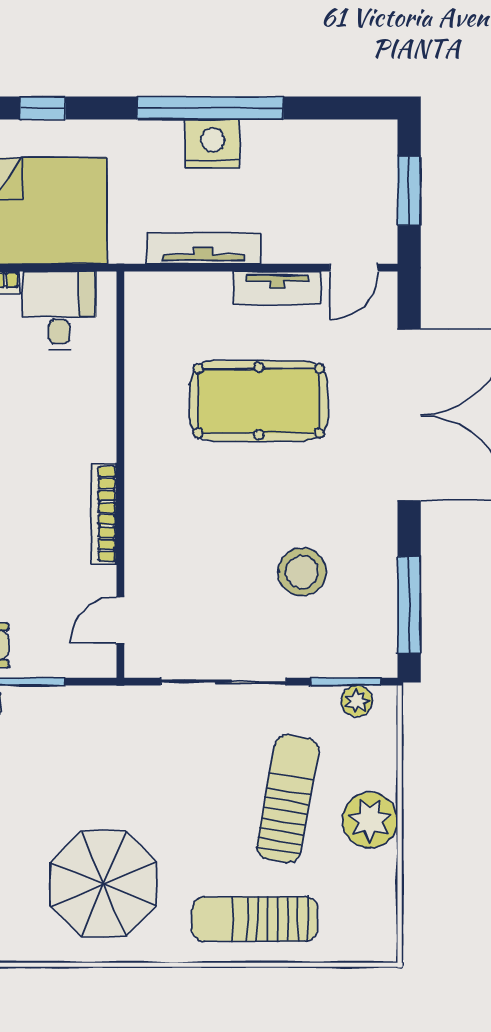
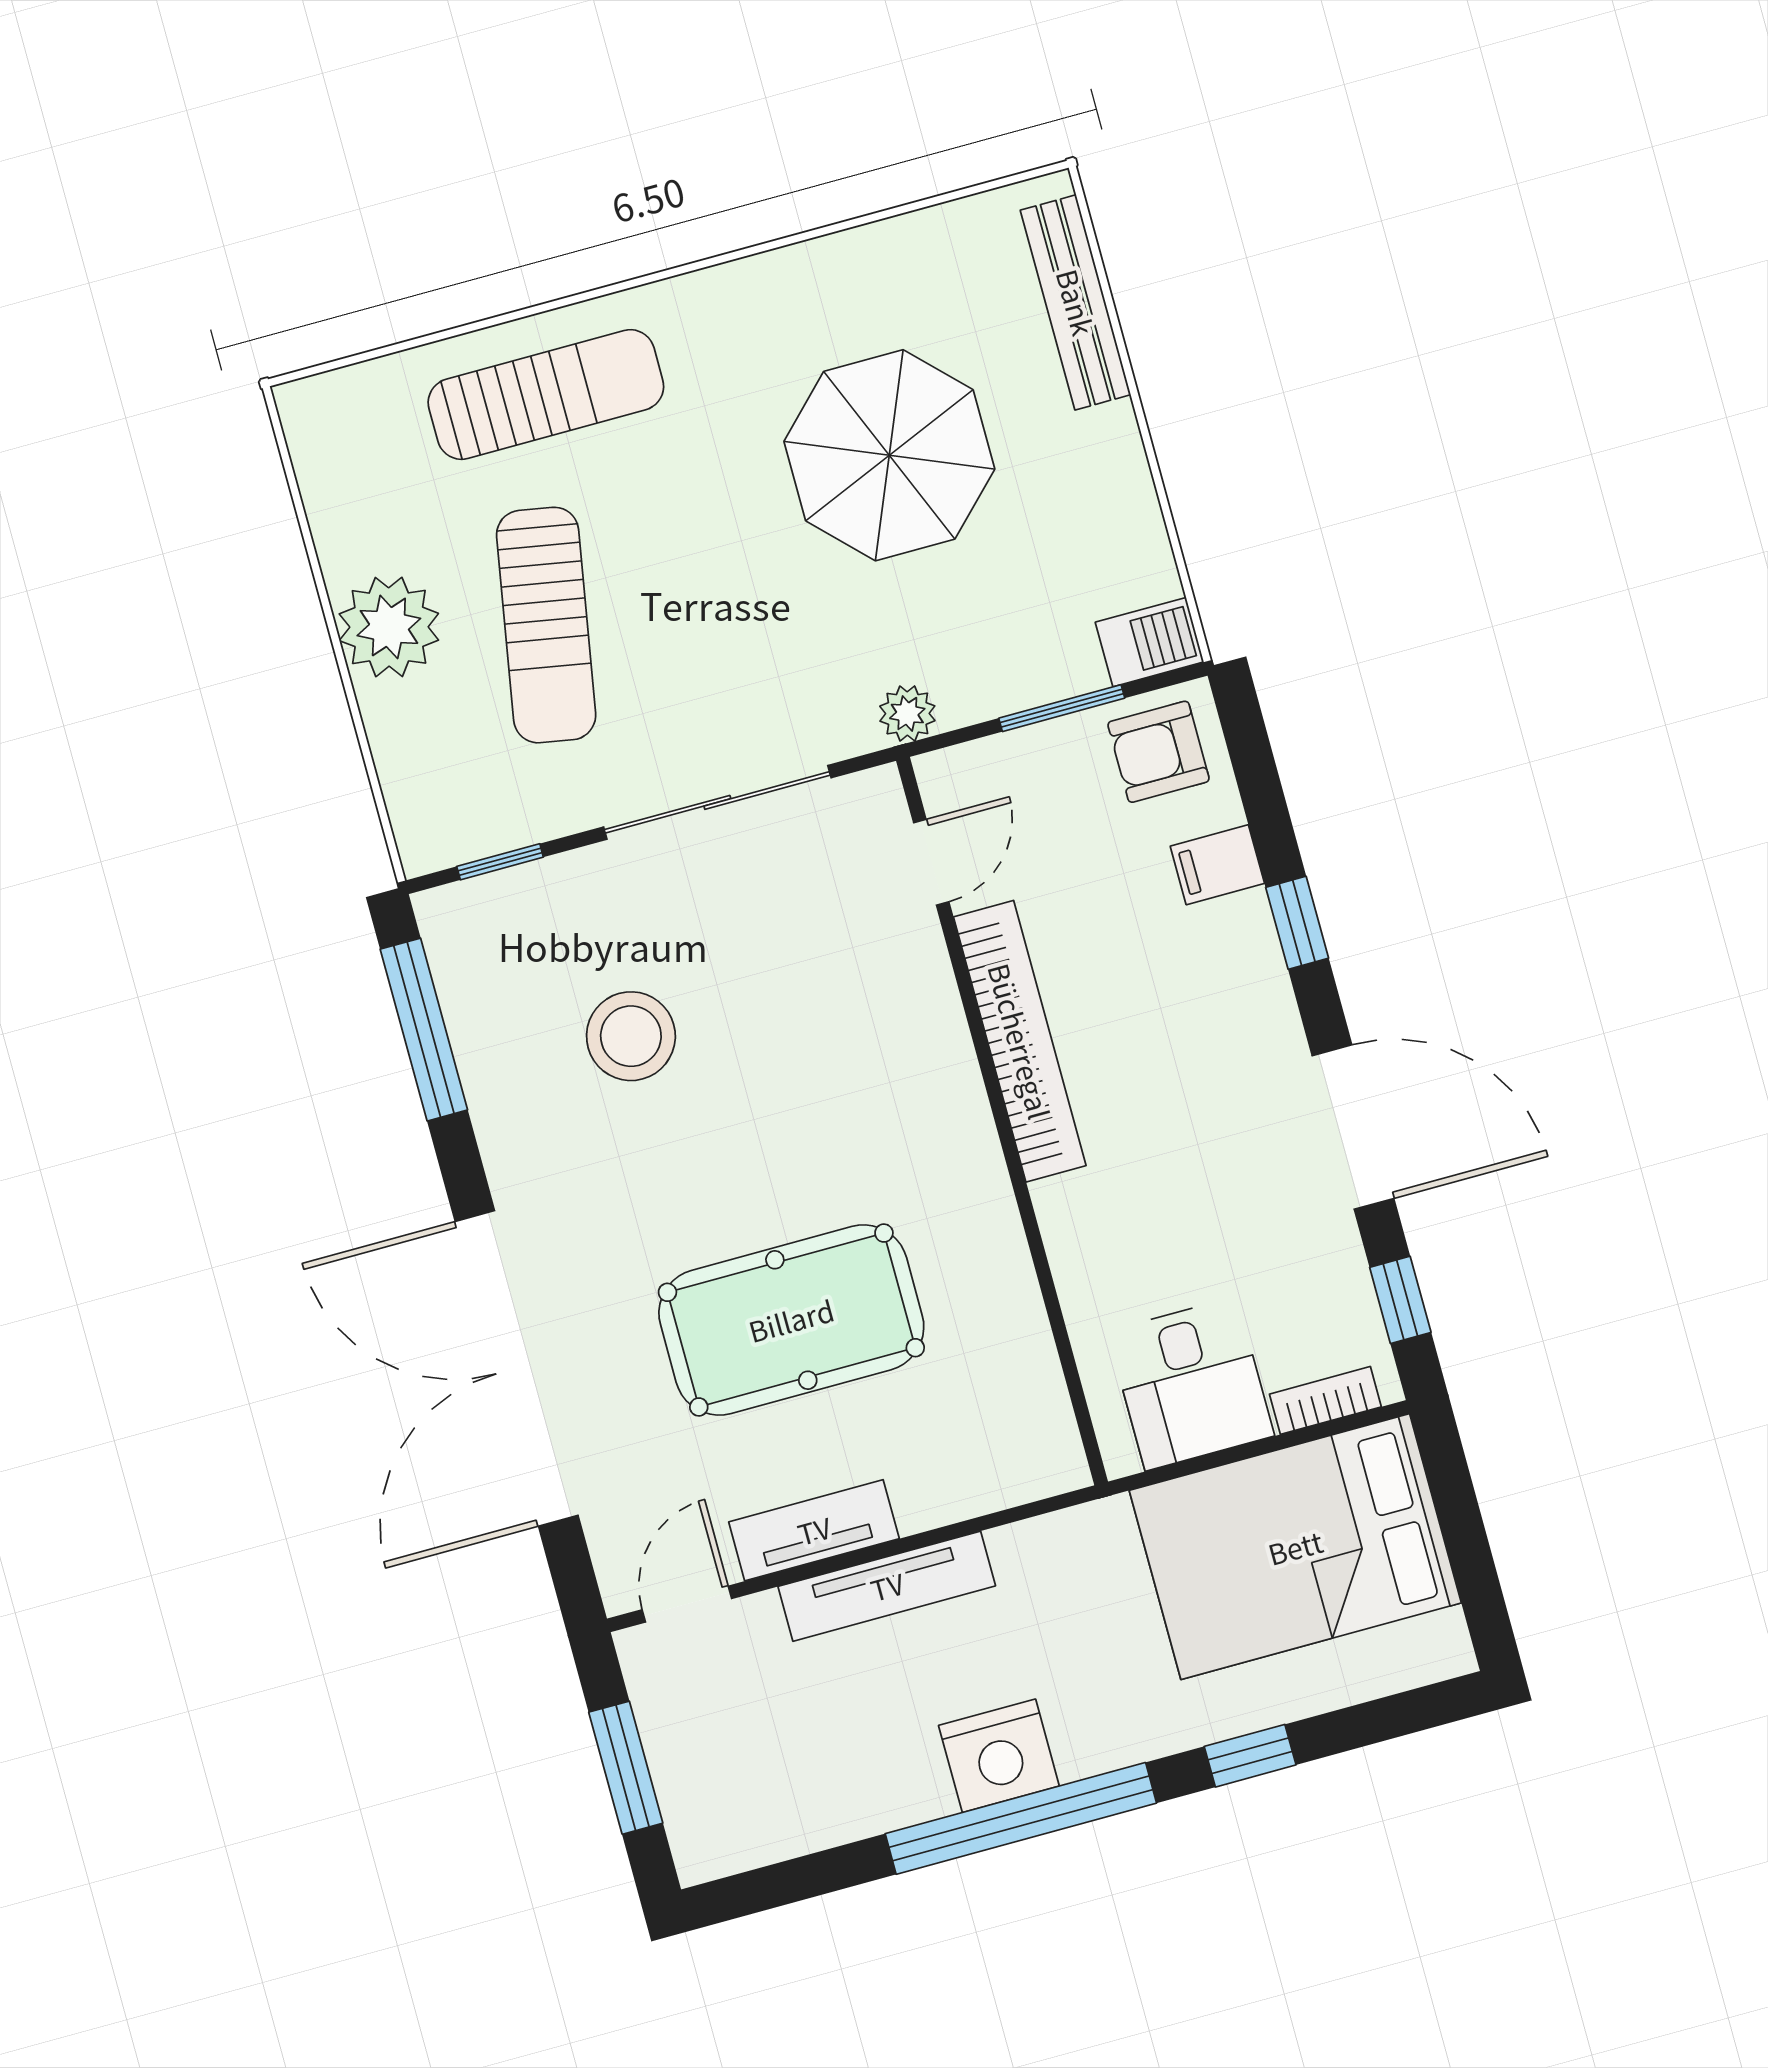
window: (43, 108) -> (1250, 1756), moved
tv unit: (204, 248) -> (887, 1586), moved
bookcase: (104, 514) -> (1020, 1041), width x1.48, depth x1.31
window: (345, 682) -> (500, 862), width x0.67
plant: (357, 701) -> (907, 713), moved
parasol: (103, 884) -> (889, 455), moved

